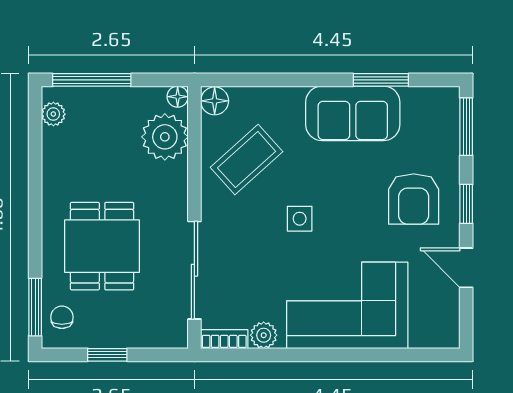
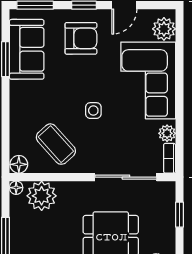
sofa: (353, 113) -> (27, 49), moved
plant: (428, 330) -> (164, 29), added
window: (107, 355) -> (179, 215), moved

